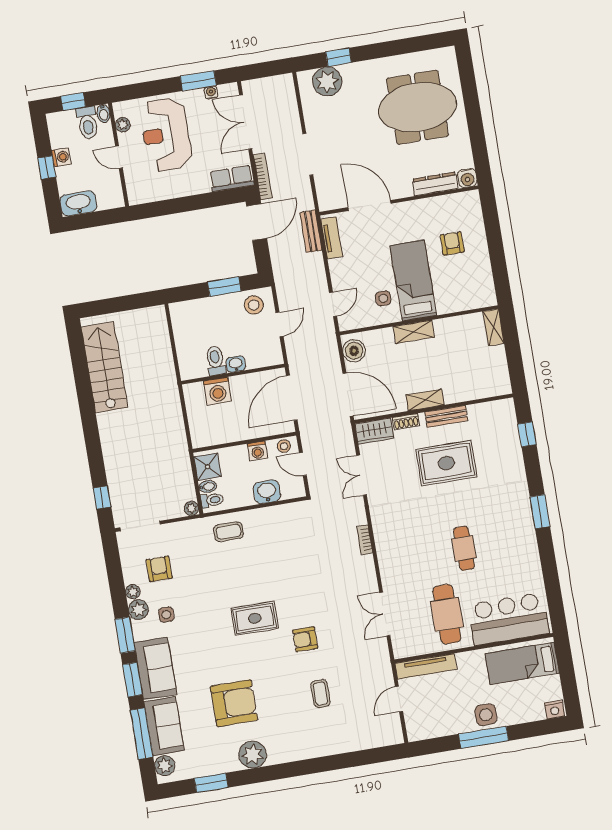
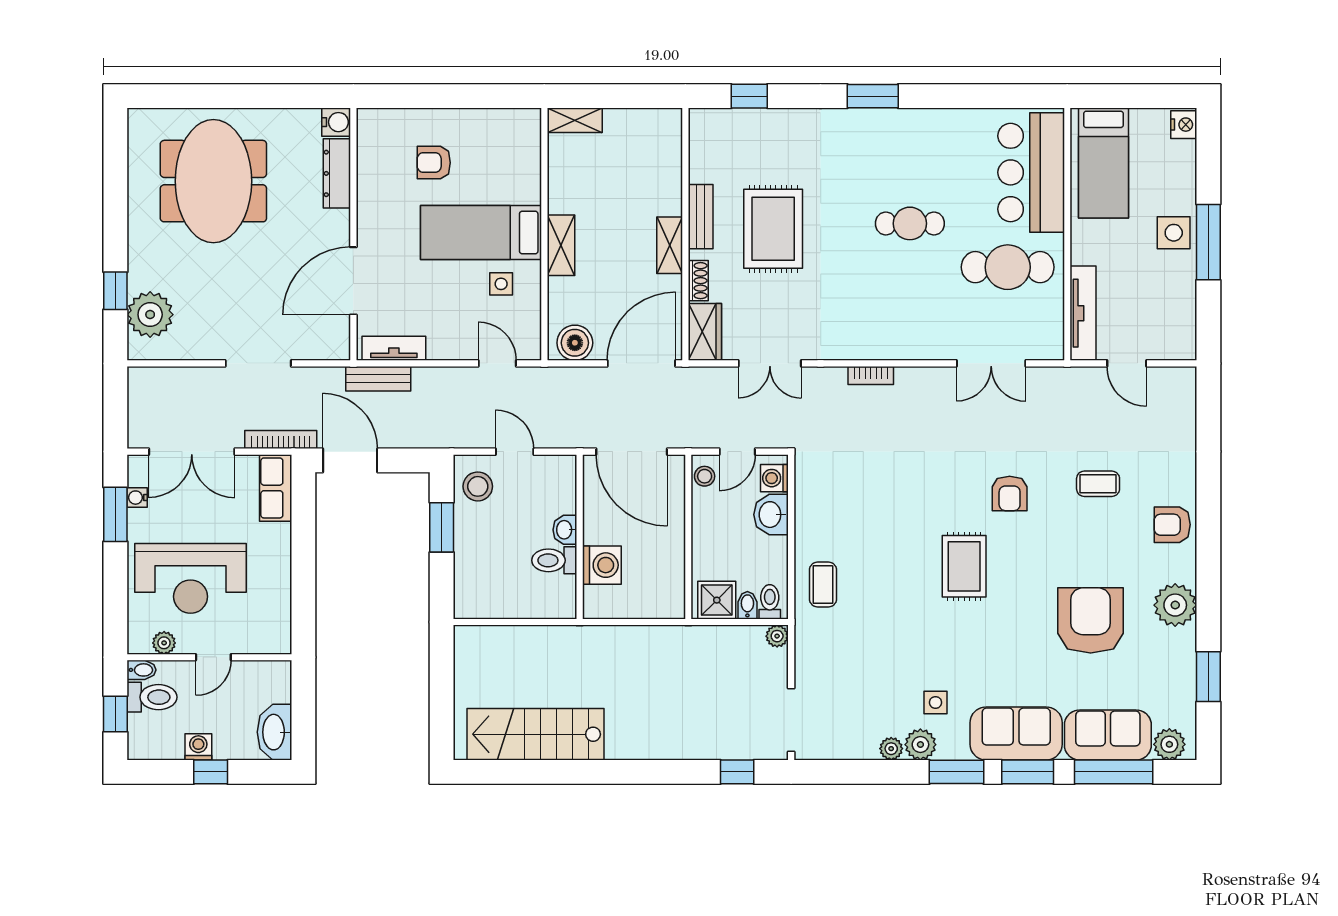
washing machine: (257, 451) -> (774, 478), moved, turned 180
armchair: (159, 569) -> (1172, 525), moved

